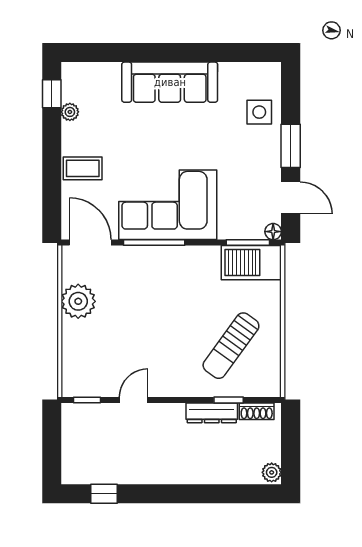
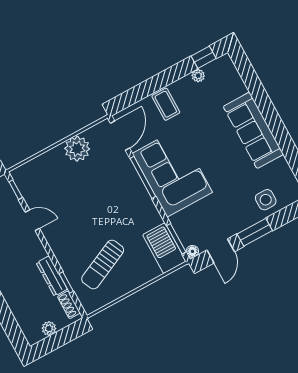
sun lounger: (231, 346) -> (103, 265), turned -61
plant: (272, 472) -> (49, 328), moved

